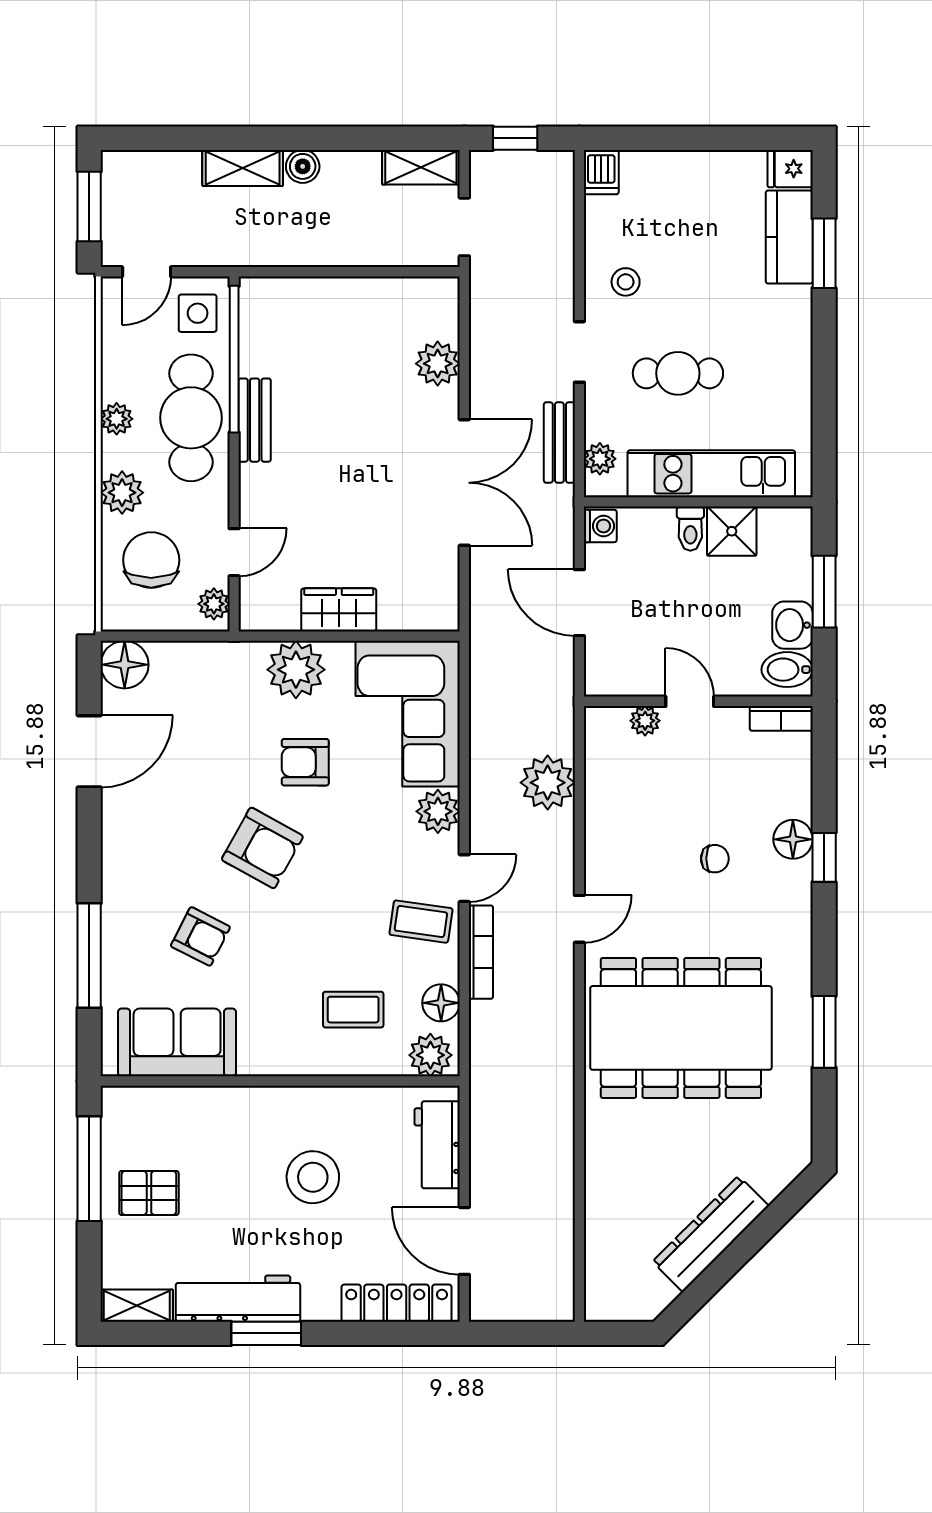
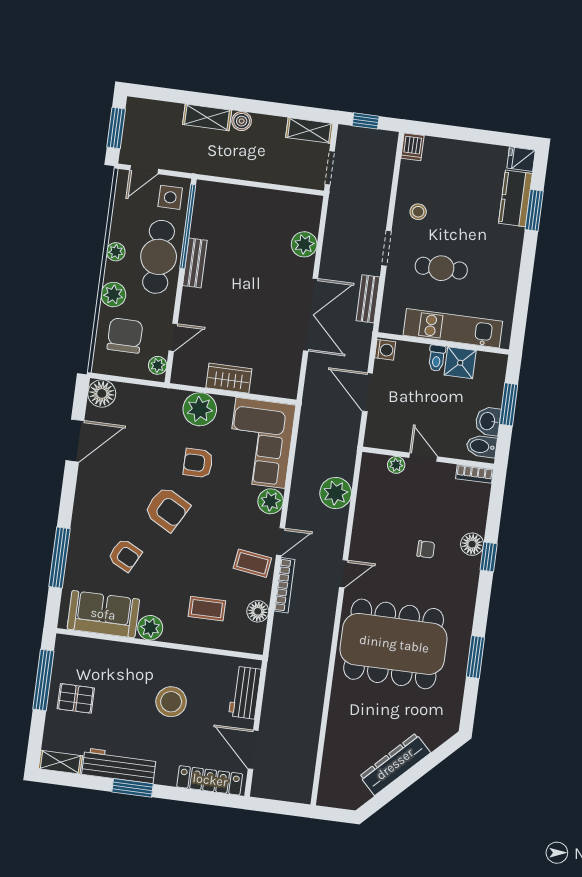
plant: (600, 459) -> (390, 311), removed
plant: (430, 1055) -> (150, 628), moved

